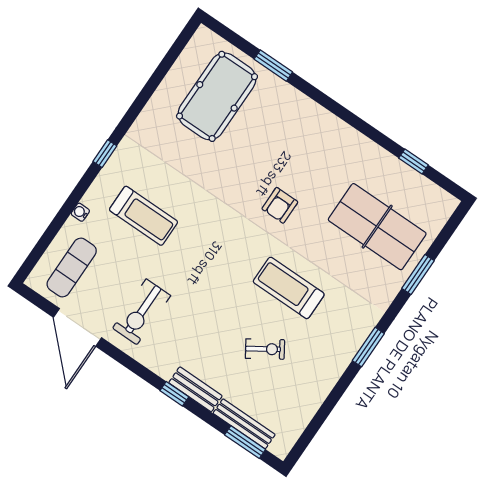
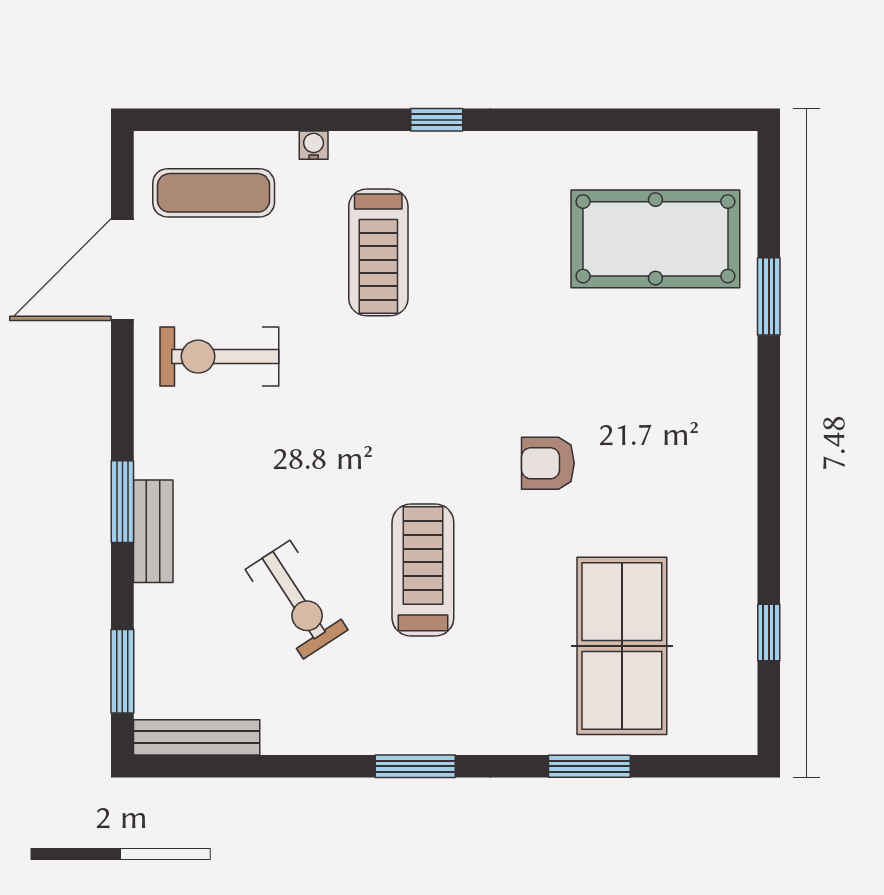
exercise bike: (265, 349) -> (297, 600), width x1.38, depth x1.39
window: (174, 394) -> (122, 502), width x1.50
bench: (244, 424) -> (197, 737), moved, turned 90

